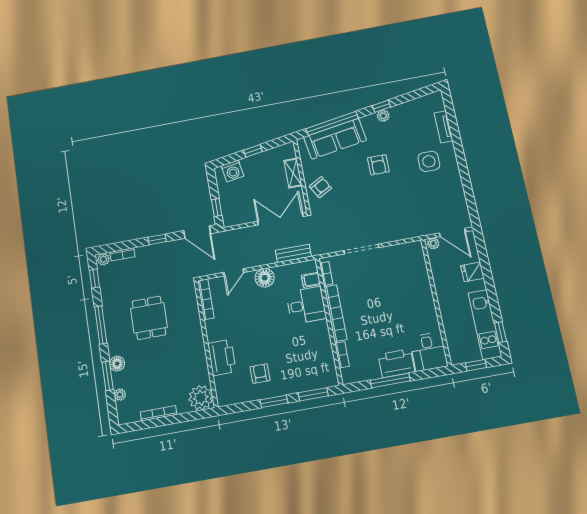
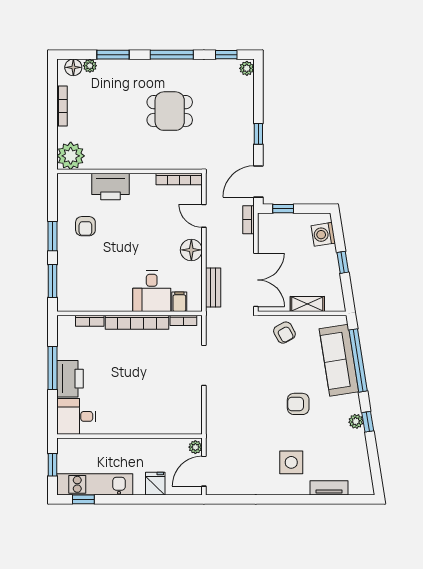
bookcase: (122, 254) -> (248, 220), moved
floor lamp: (117, 364) -> (73, 67), moved
armchair: (260, 373) -> (85, 226), turned 90

